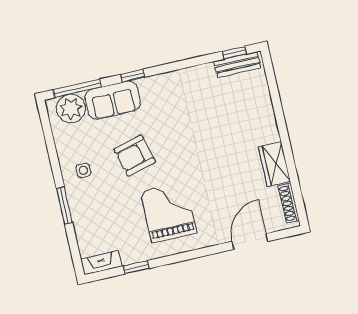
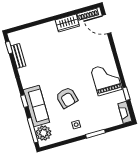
bench: (237, 65) -> (18, 56), moved
sofa: (113, 100) -> (36, 106), width x1.36
grand piano: (169, 212) -> (106, 79), moved, turned 90
door: (250, 241) -> (106, 24), moved

